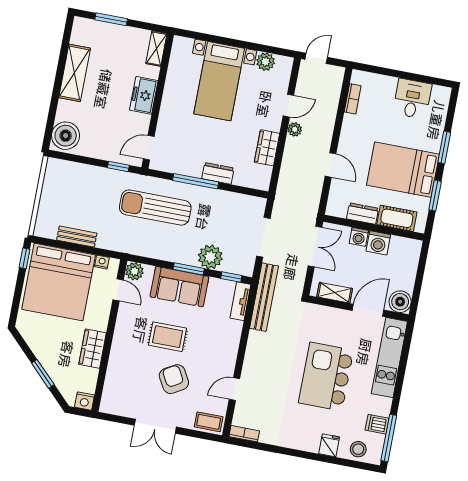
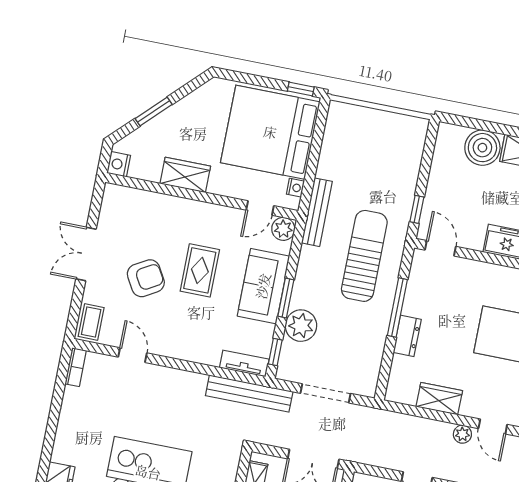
boiler: (66, 136) -> (482, 148), moved
bench: (77, 237) -> (317, 212), moved, width x1.36

